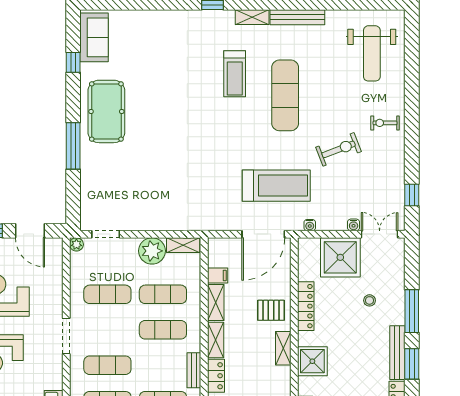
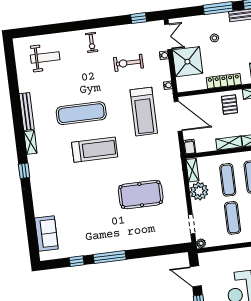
sofa: (94, 37) -> (46, 234), moved, turned 90
weight bench: (372, 53) -> (45, 57), width x0.73, depth x0.75
treadmill: (235, 74) -> (95, 150), moved, width x1.37, depth x1.38
pool table: (106, 111) -> (141, 195), moved
window: (73, 146) -> (110, 257), moved
exercise bike: (339, 149) -> (128, 63), moved, turned -69
treadmill: (276, 186) -> (144, 112), turned 180
door: (30, 231) -> (196, 276), swing flipped
double door: (380, 234) -> (168, 37), swing flipped
filing cabinet: (218, 275) -> (190, 147), moved

